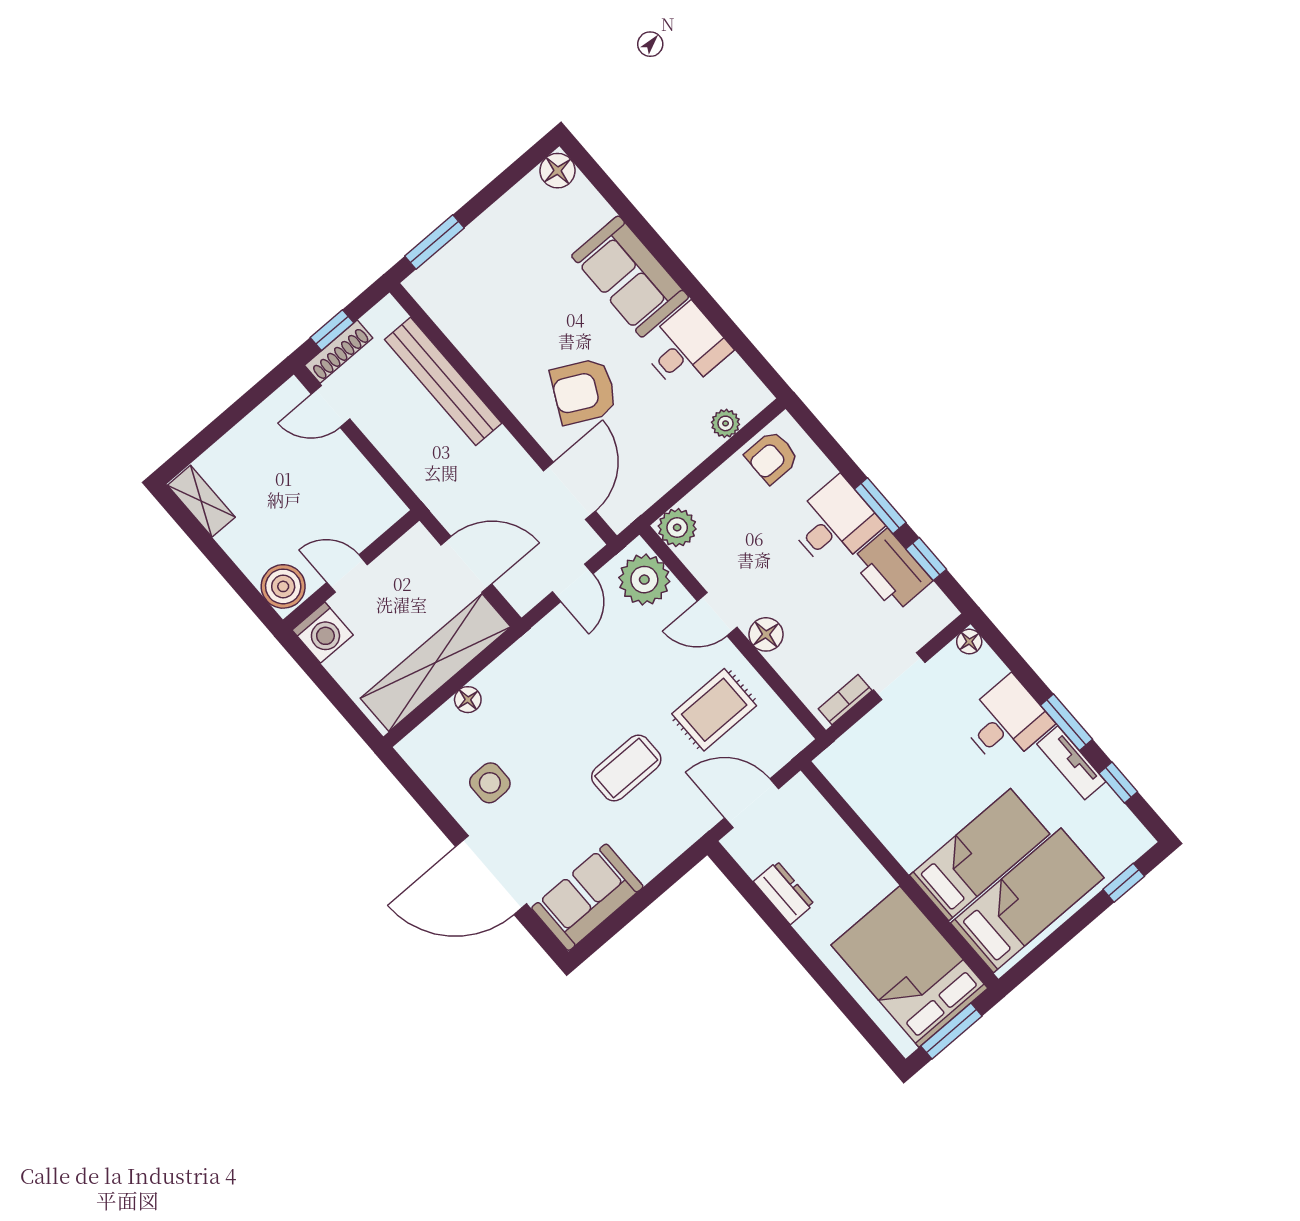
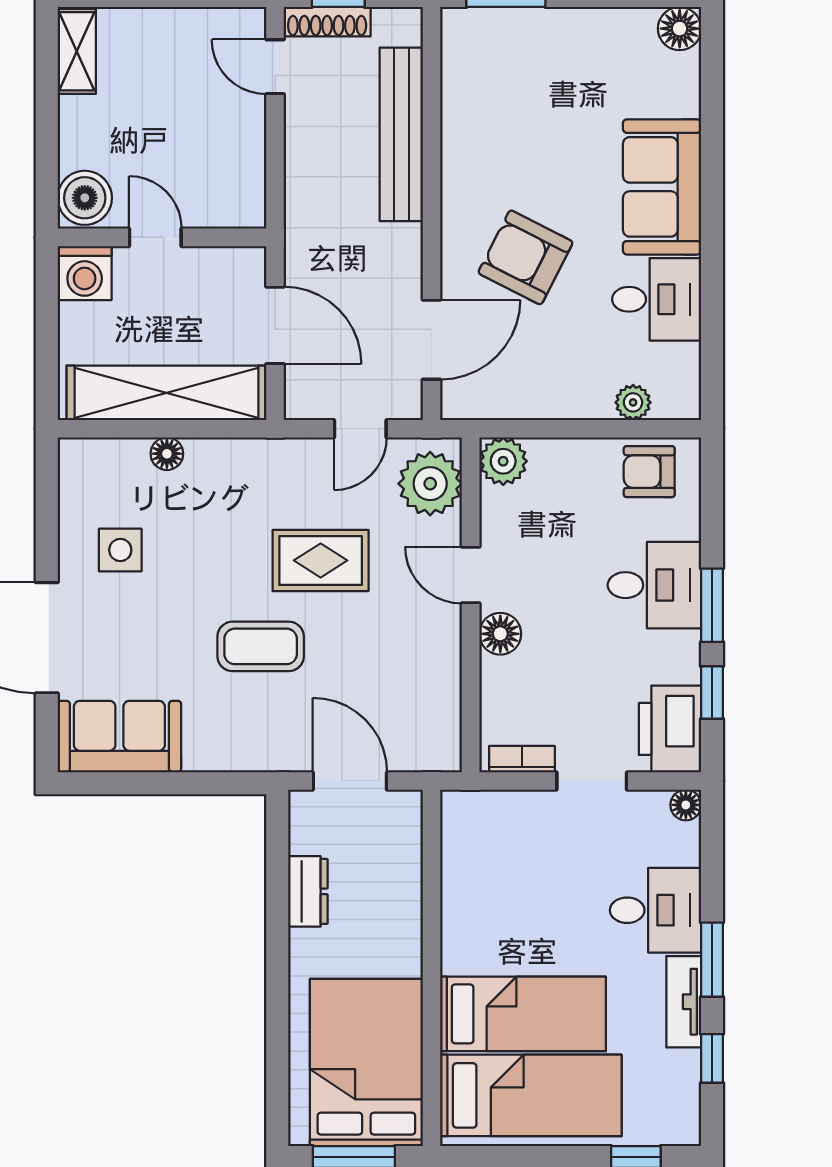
printer: (891, 571) -> (670, 729), moved
rug: (714, 710) -> (321, 560), moved

